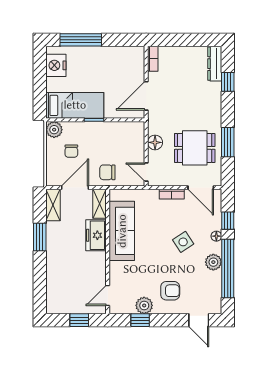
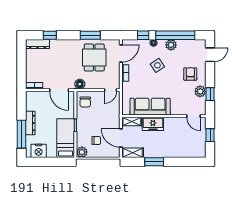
dresser: (97, 53) -> (30, 123), added
floor lamp: (155, 142) -> (80, 84), moved
chair: (107, 172) -> (85, 102), moved

